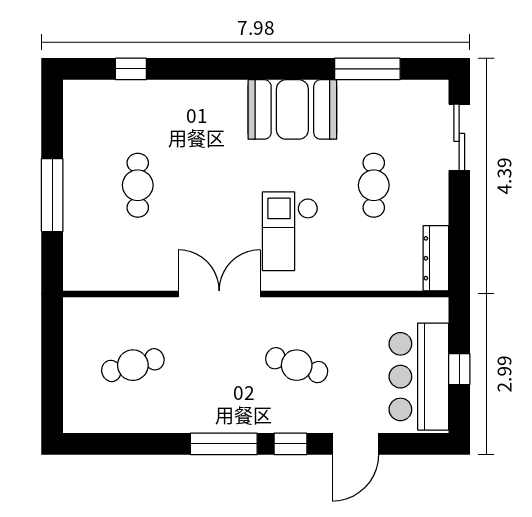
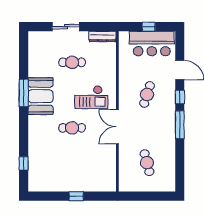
window: (367, 69) -> (24, 93), moved
sliding door: (459, 137) -> (66, 27), moved
cafe table: (138, 185) -> (72, 128), moved
window: (52, 195) -> (76, 196), width x0.46

